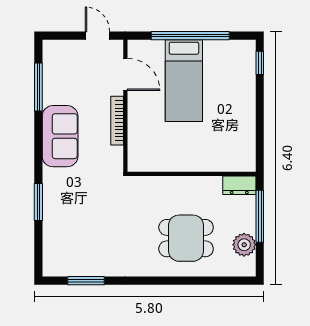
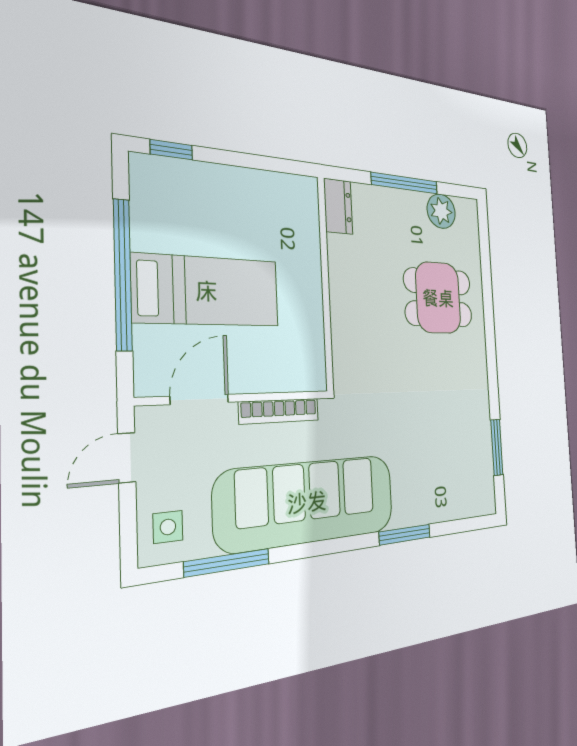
side table: (61, 56) -> (168, 527), added
sofa: (60, 136) -> (307, 502), width x1.85, depth x1.27
wall: (192, 174) -> (325, 283), moved
dresser: (239, 185) -> (338, 206), moved
dining table: (186, 238) -> (438, 298), turned 90

